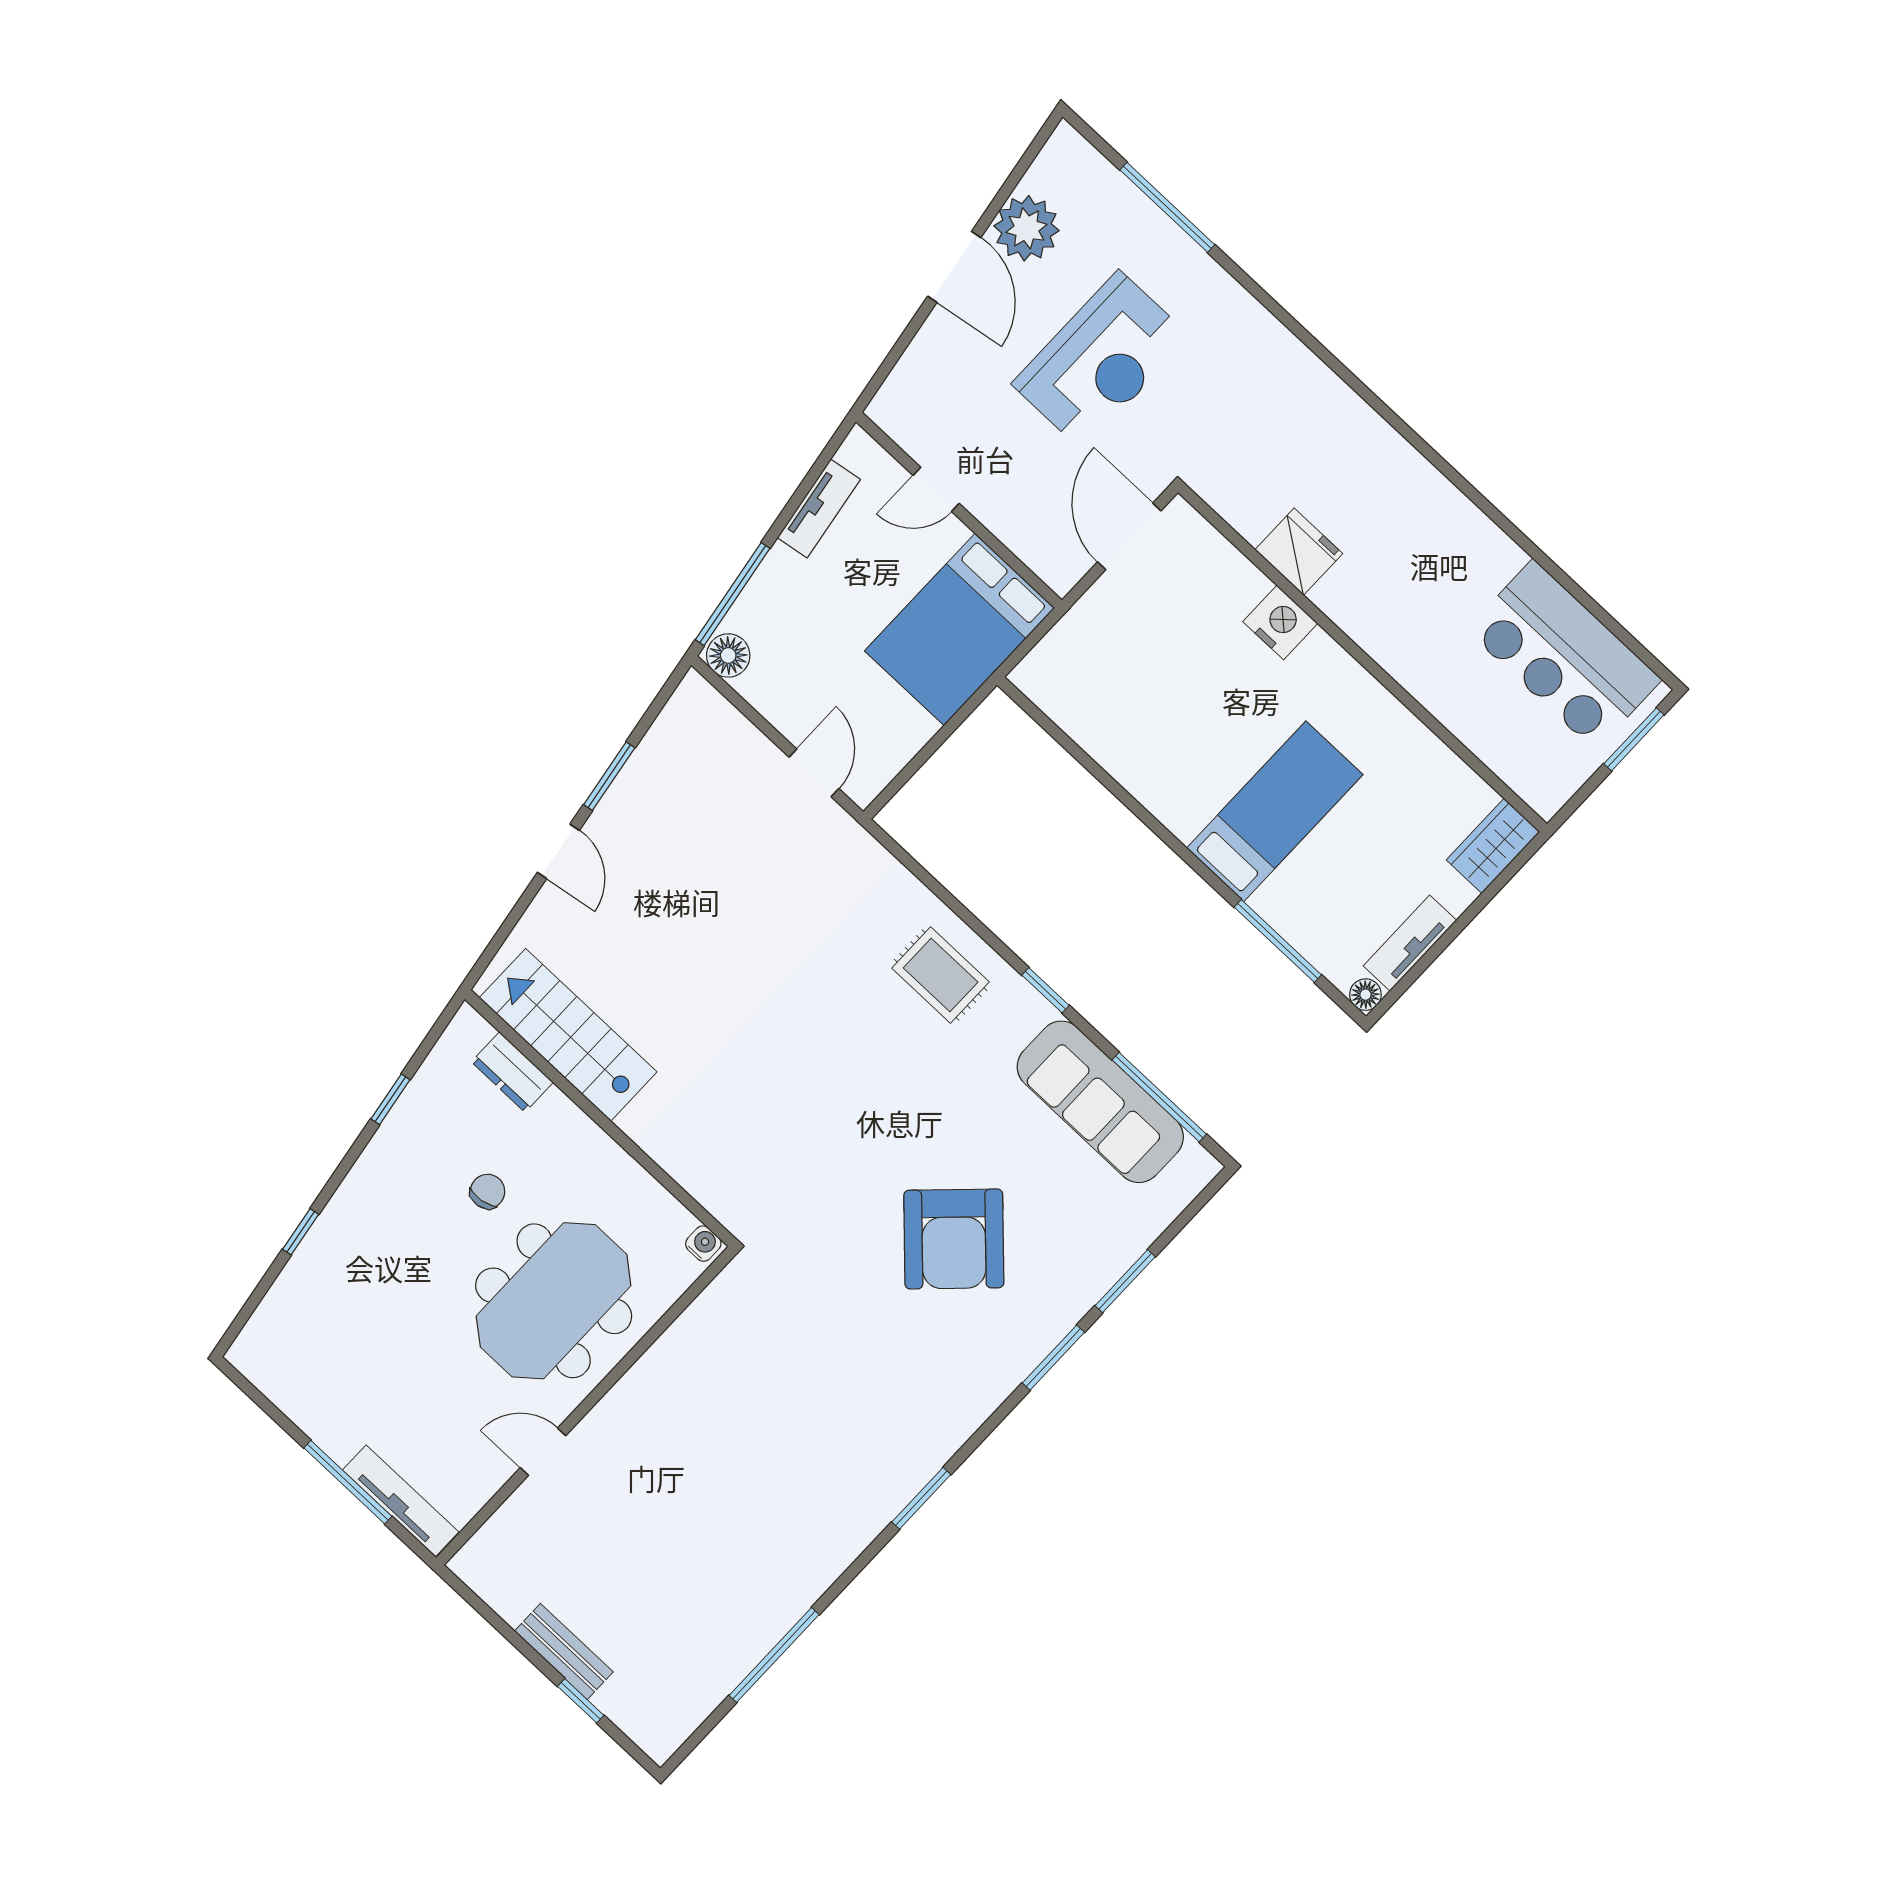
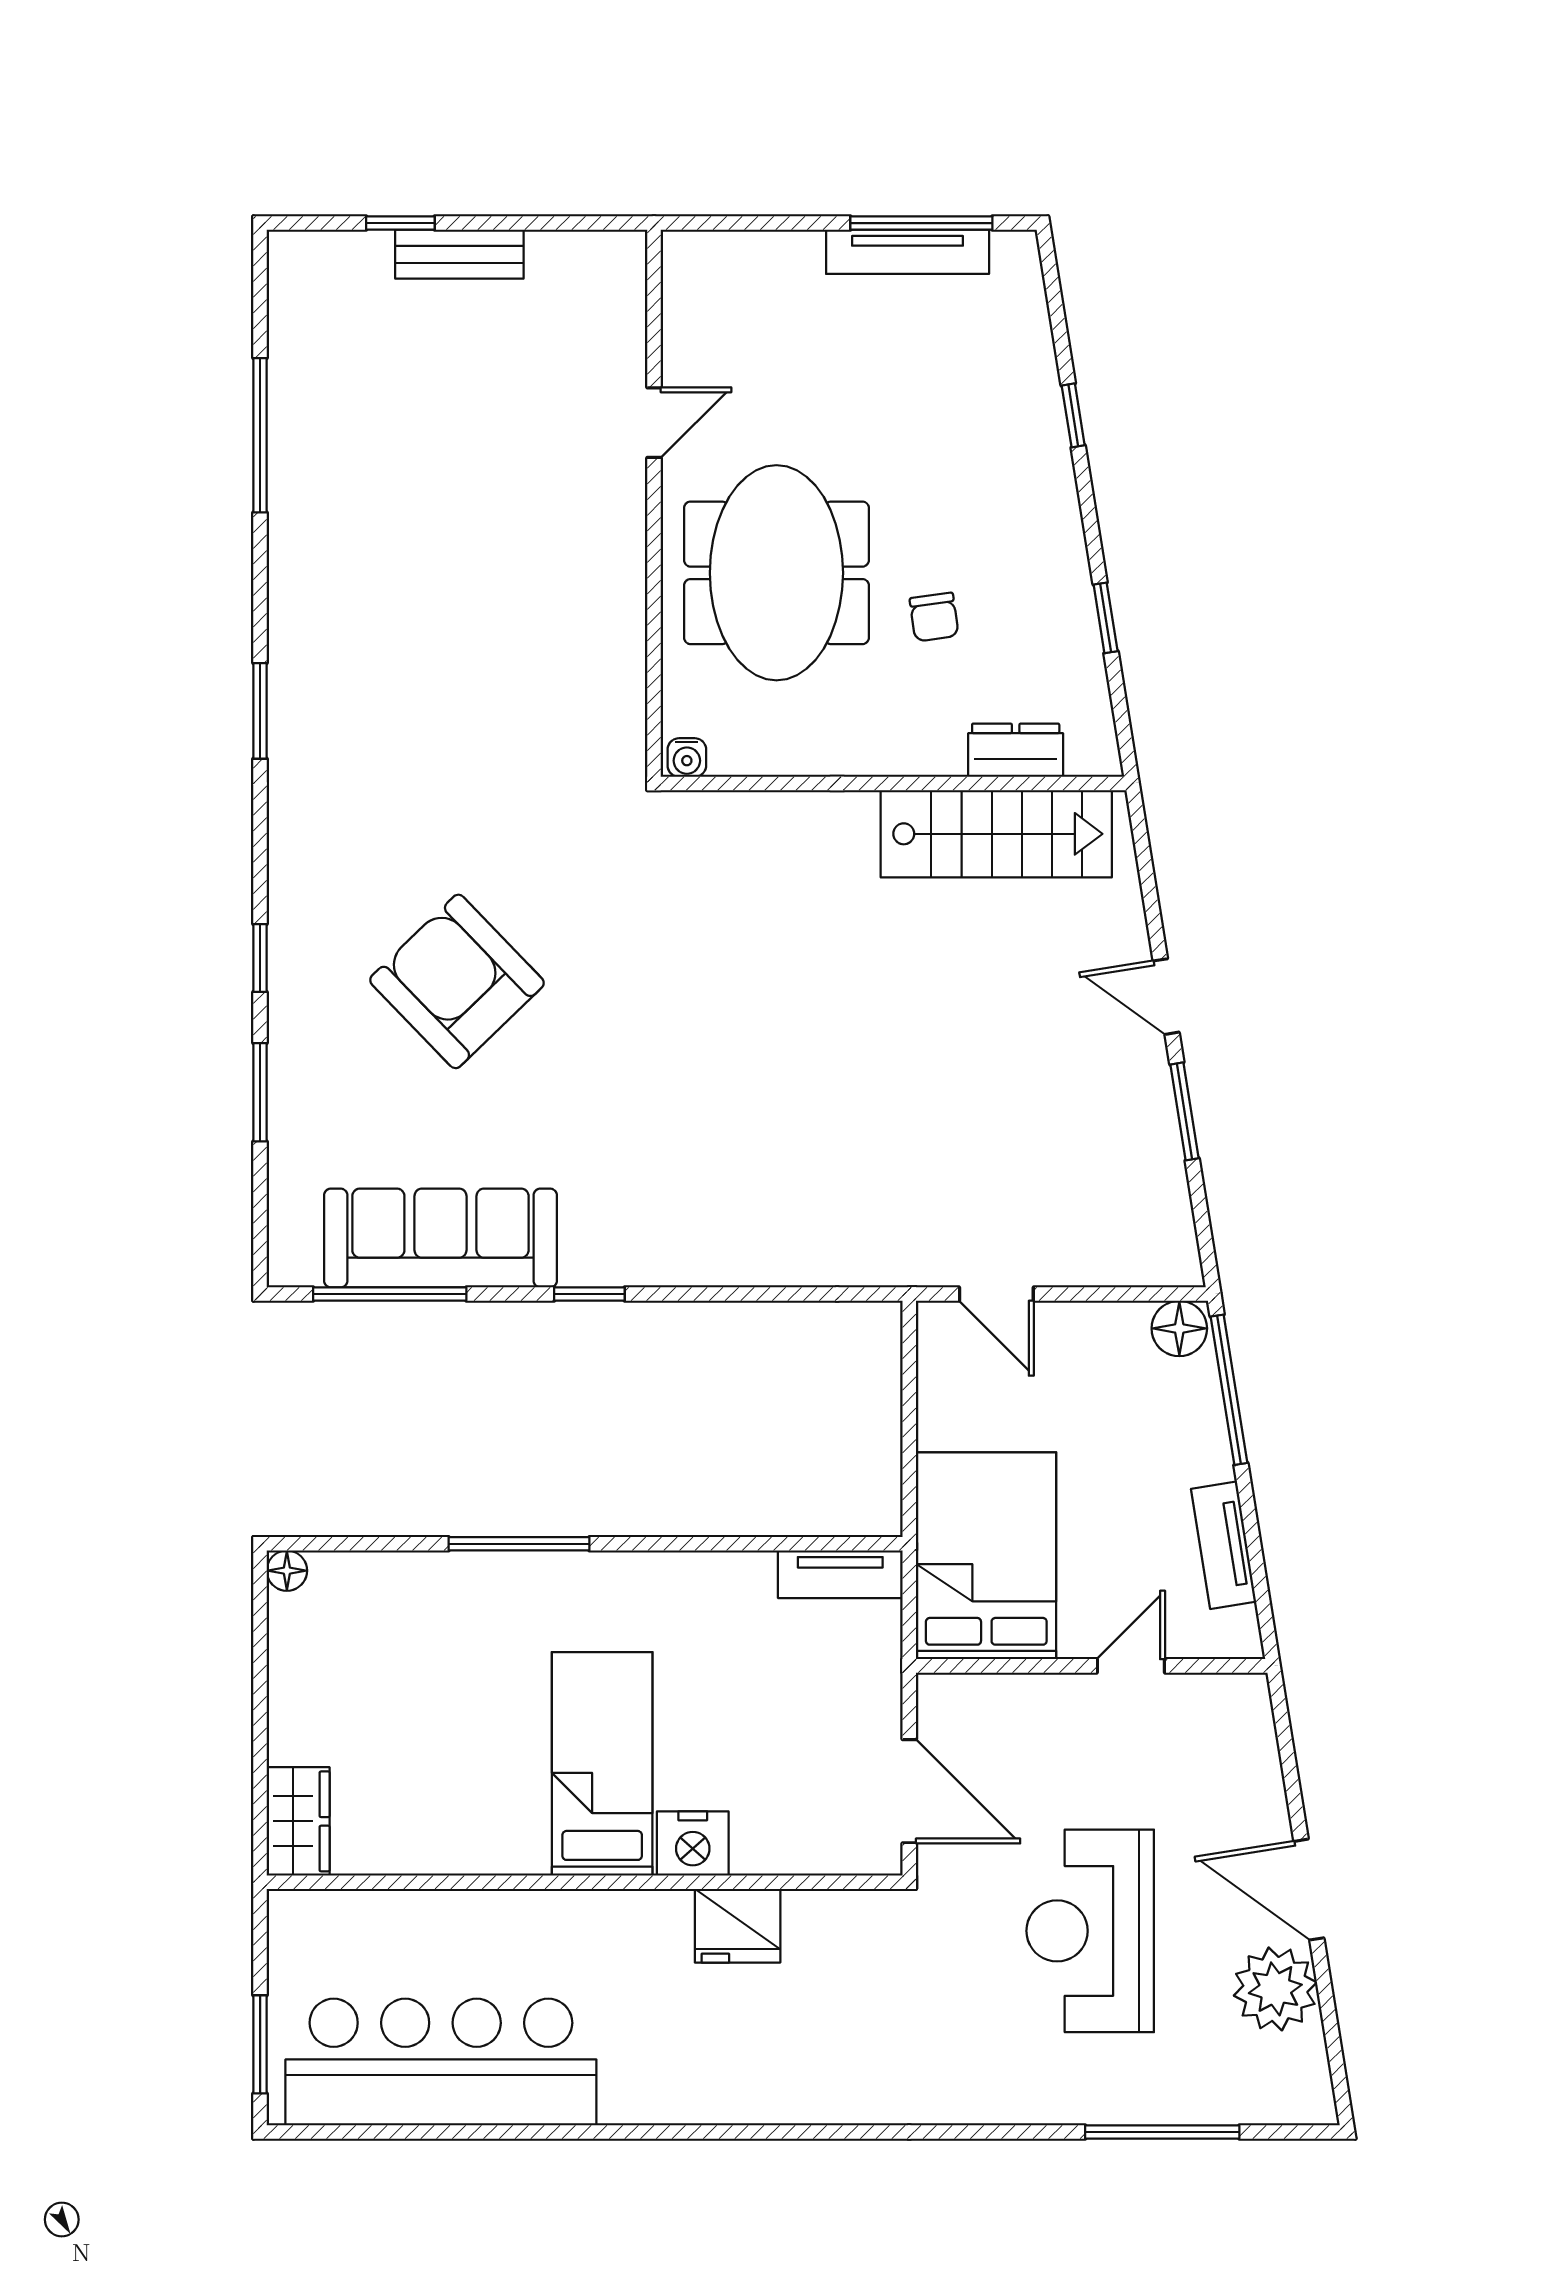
bar counter: (1564, 655) -> (441, 2062), width x1.36
bed: (1275, 811) -> (602, 1764), moved, turned 180
window: (1278, 941) -> (519, 1544), moved
tv unit: (1410, 943) -> (840, 1574), moved, turned 90
rug: (941, 975) -> (701, 1216), removed
window: (1053, 1358) -> (260, 958), width x0.67
window: (348, 1482) -> (921, 223), moved
tv unit: (401, 1501) -> (908, 252), moved

